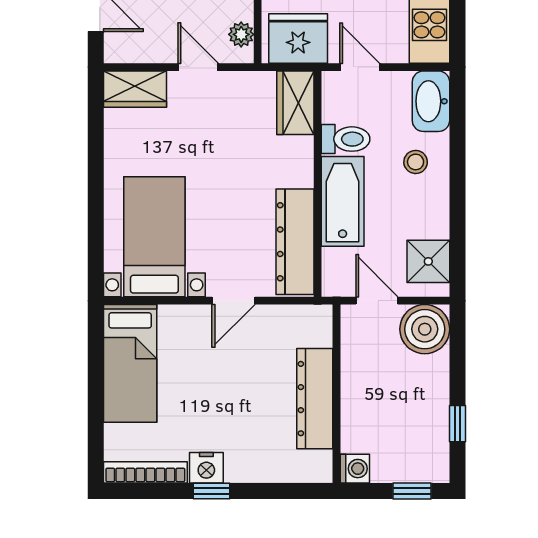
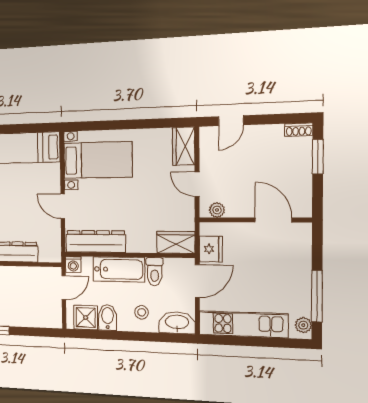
fridge: (298, 38) -> (211, 249), width x0.73, depth x0.75
door: (198, 67) -> (197, 184), swing flipped
door: (360, 67) -> (197, 281), width x1.38
bidet: (427, 222) -> (108, 317), added
washing machine: (335, 283) -> (73, 264), added
boiler: (425, 329) -> (49, 314), removed

